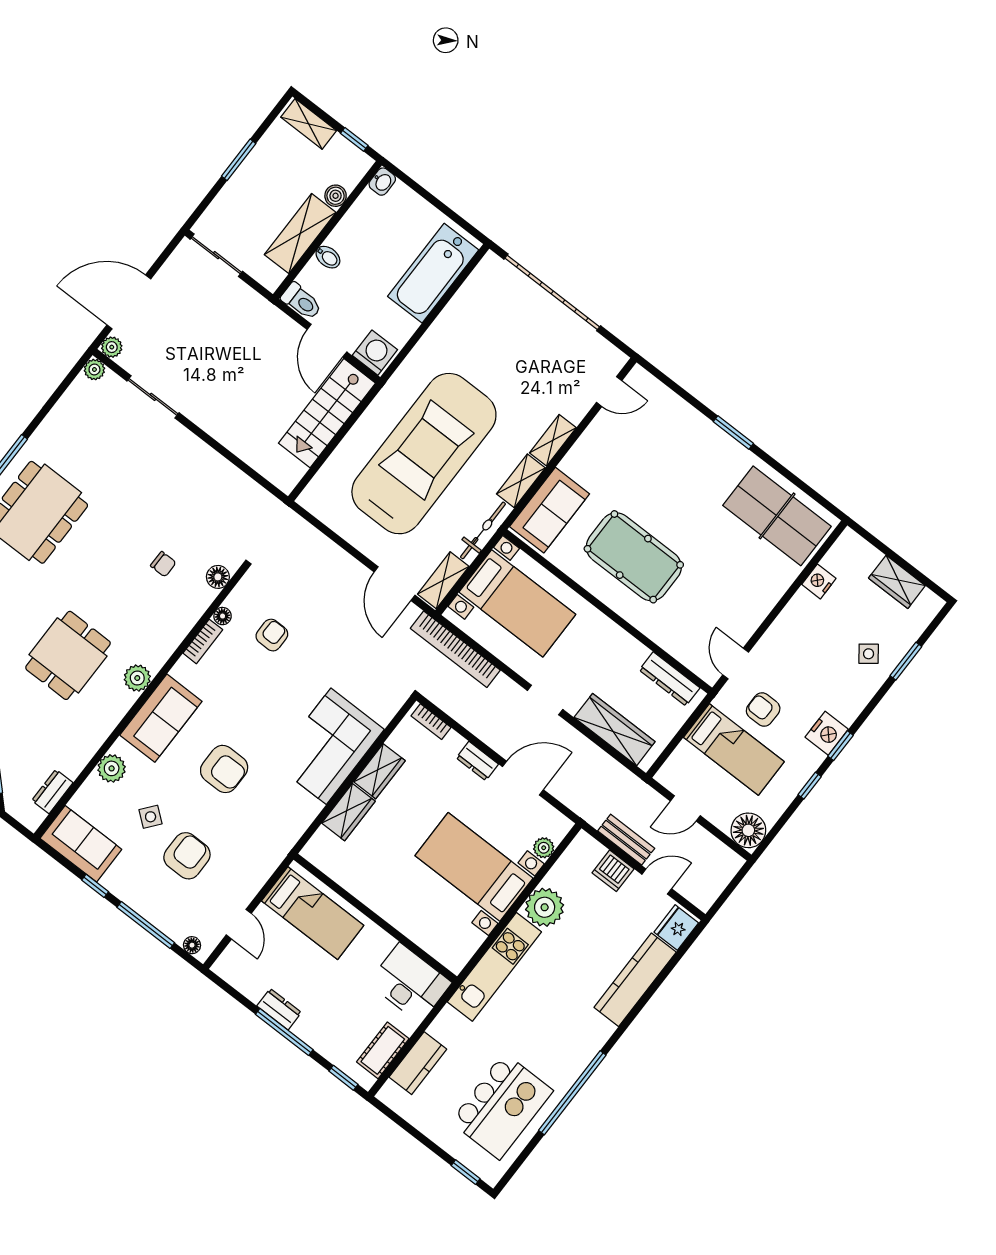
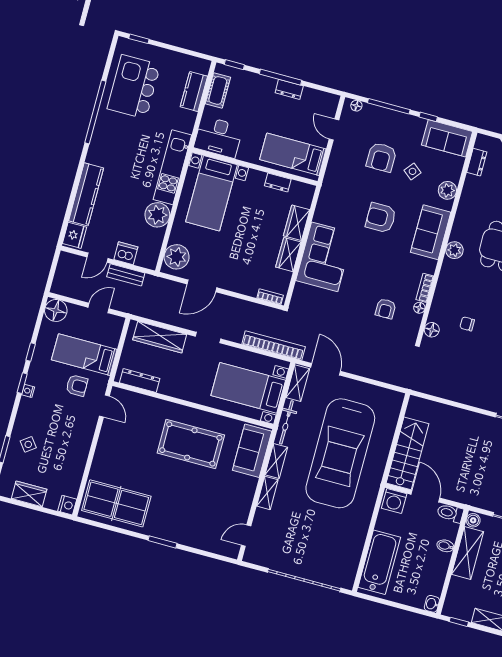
boiler: (336, 196) -> (473, 520), moved
nightstand: (819, 581) -> (67, 505), moved
nightstand: (827, 733) -> (28, 391), width x0.53, depth x0.56
dresser: (477, 761) -> (278, 182), moved, turned 180
plant: (544, 848) -> (177, 257), width x1.88, depth x1.88
bed with nightstands: (474, 867) -> (211, 193), moved, turned 90

